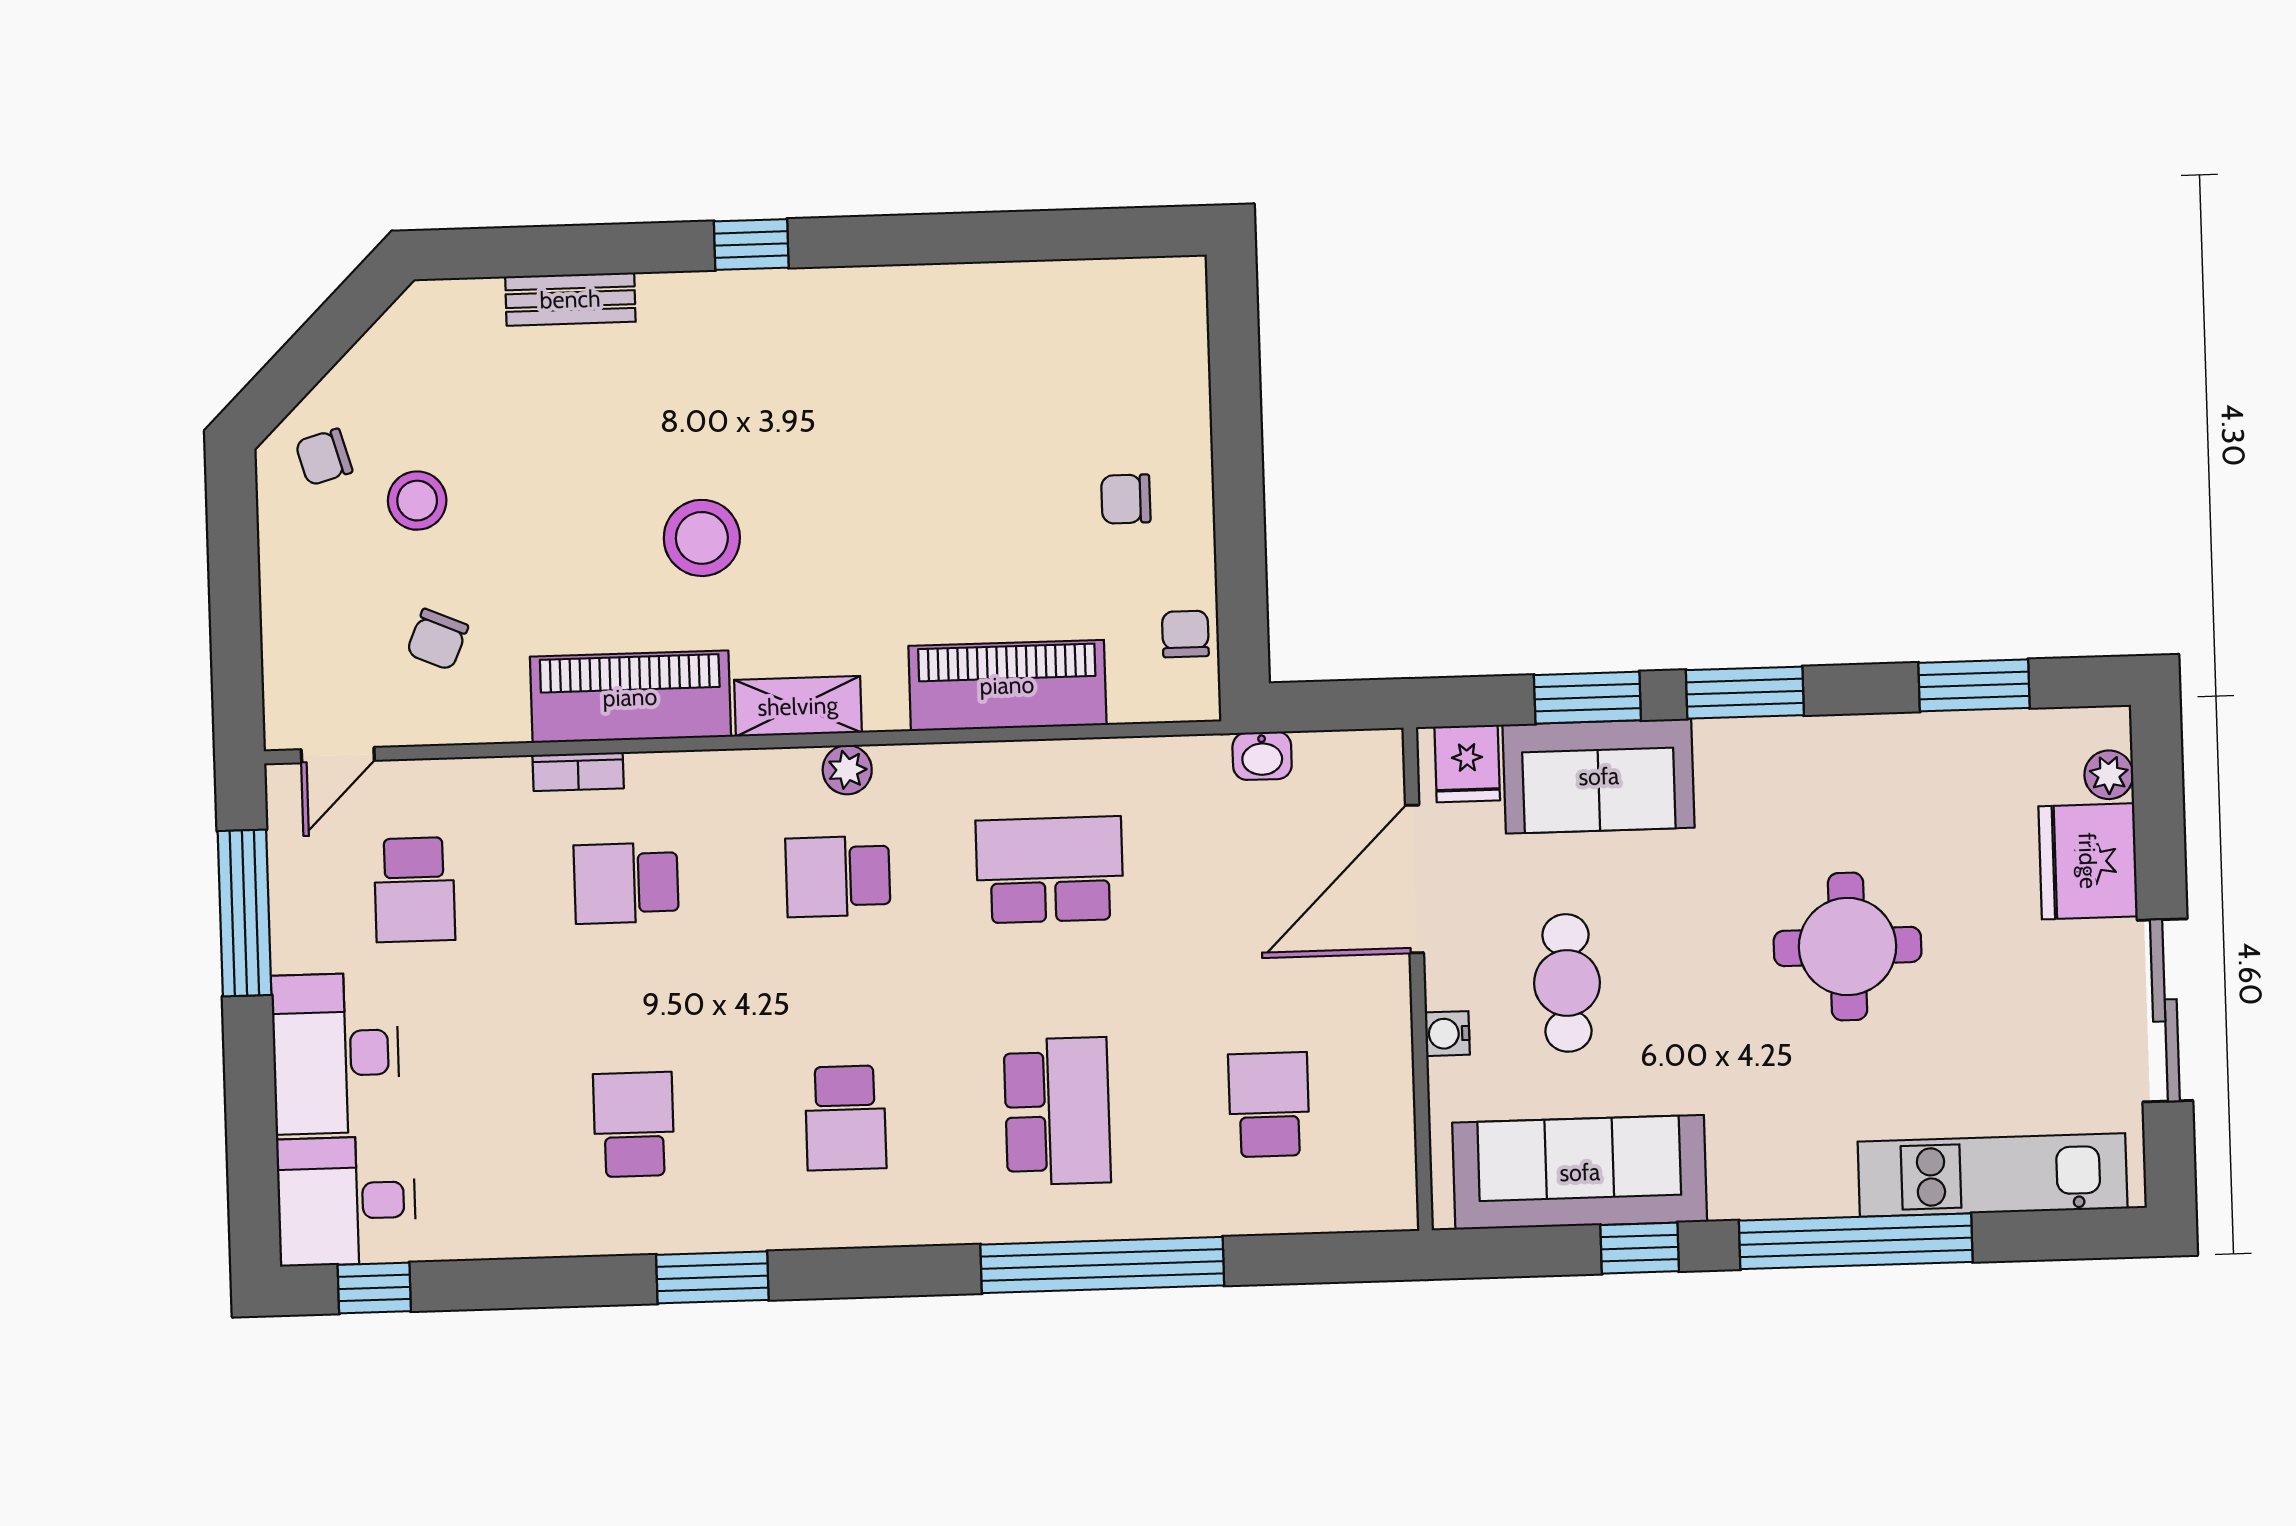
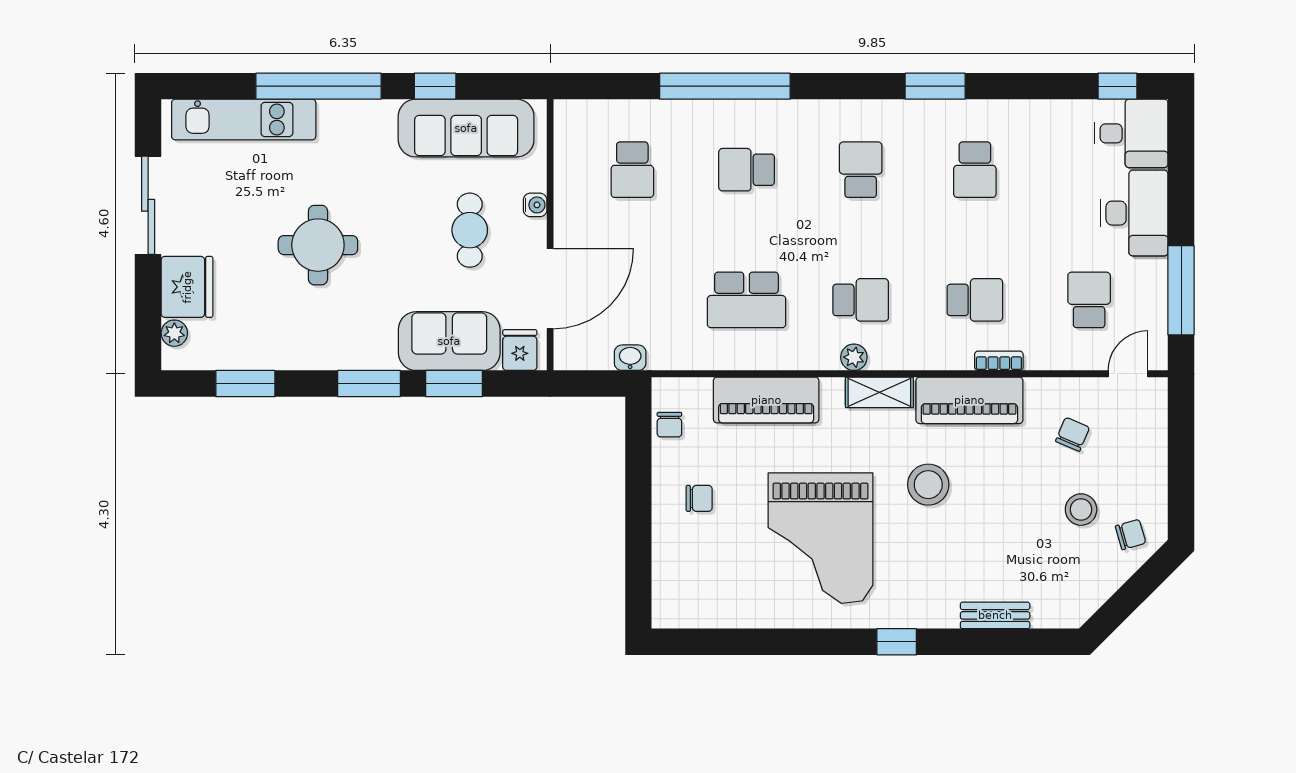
grand piano: (899, 432) -> (821, 538), added
school desk: (1057, 1111) -> (747, 170), width x0.54

